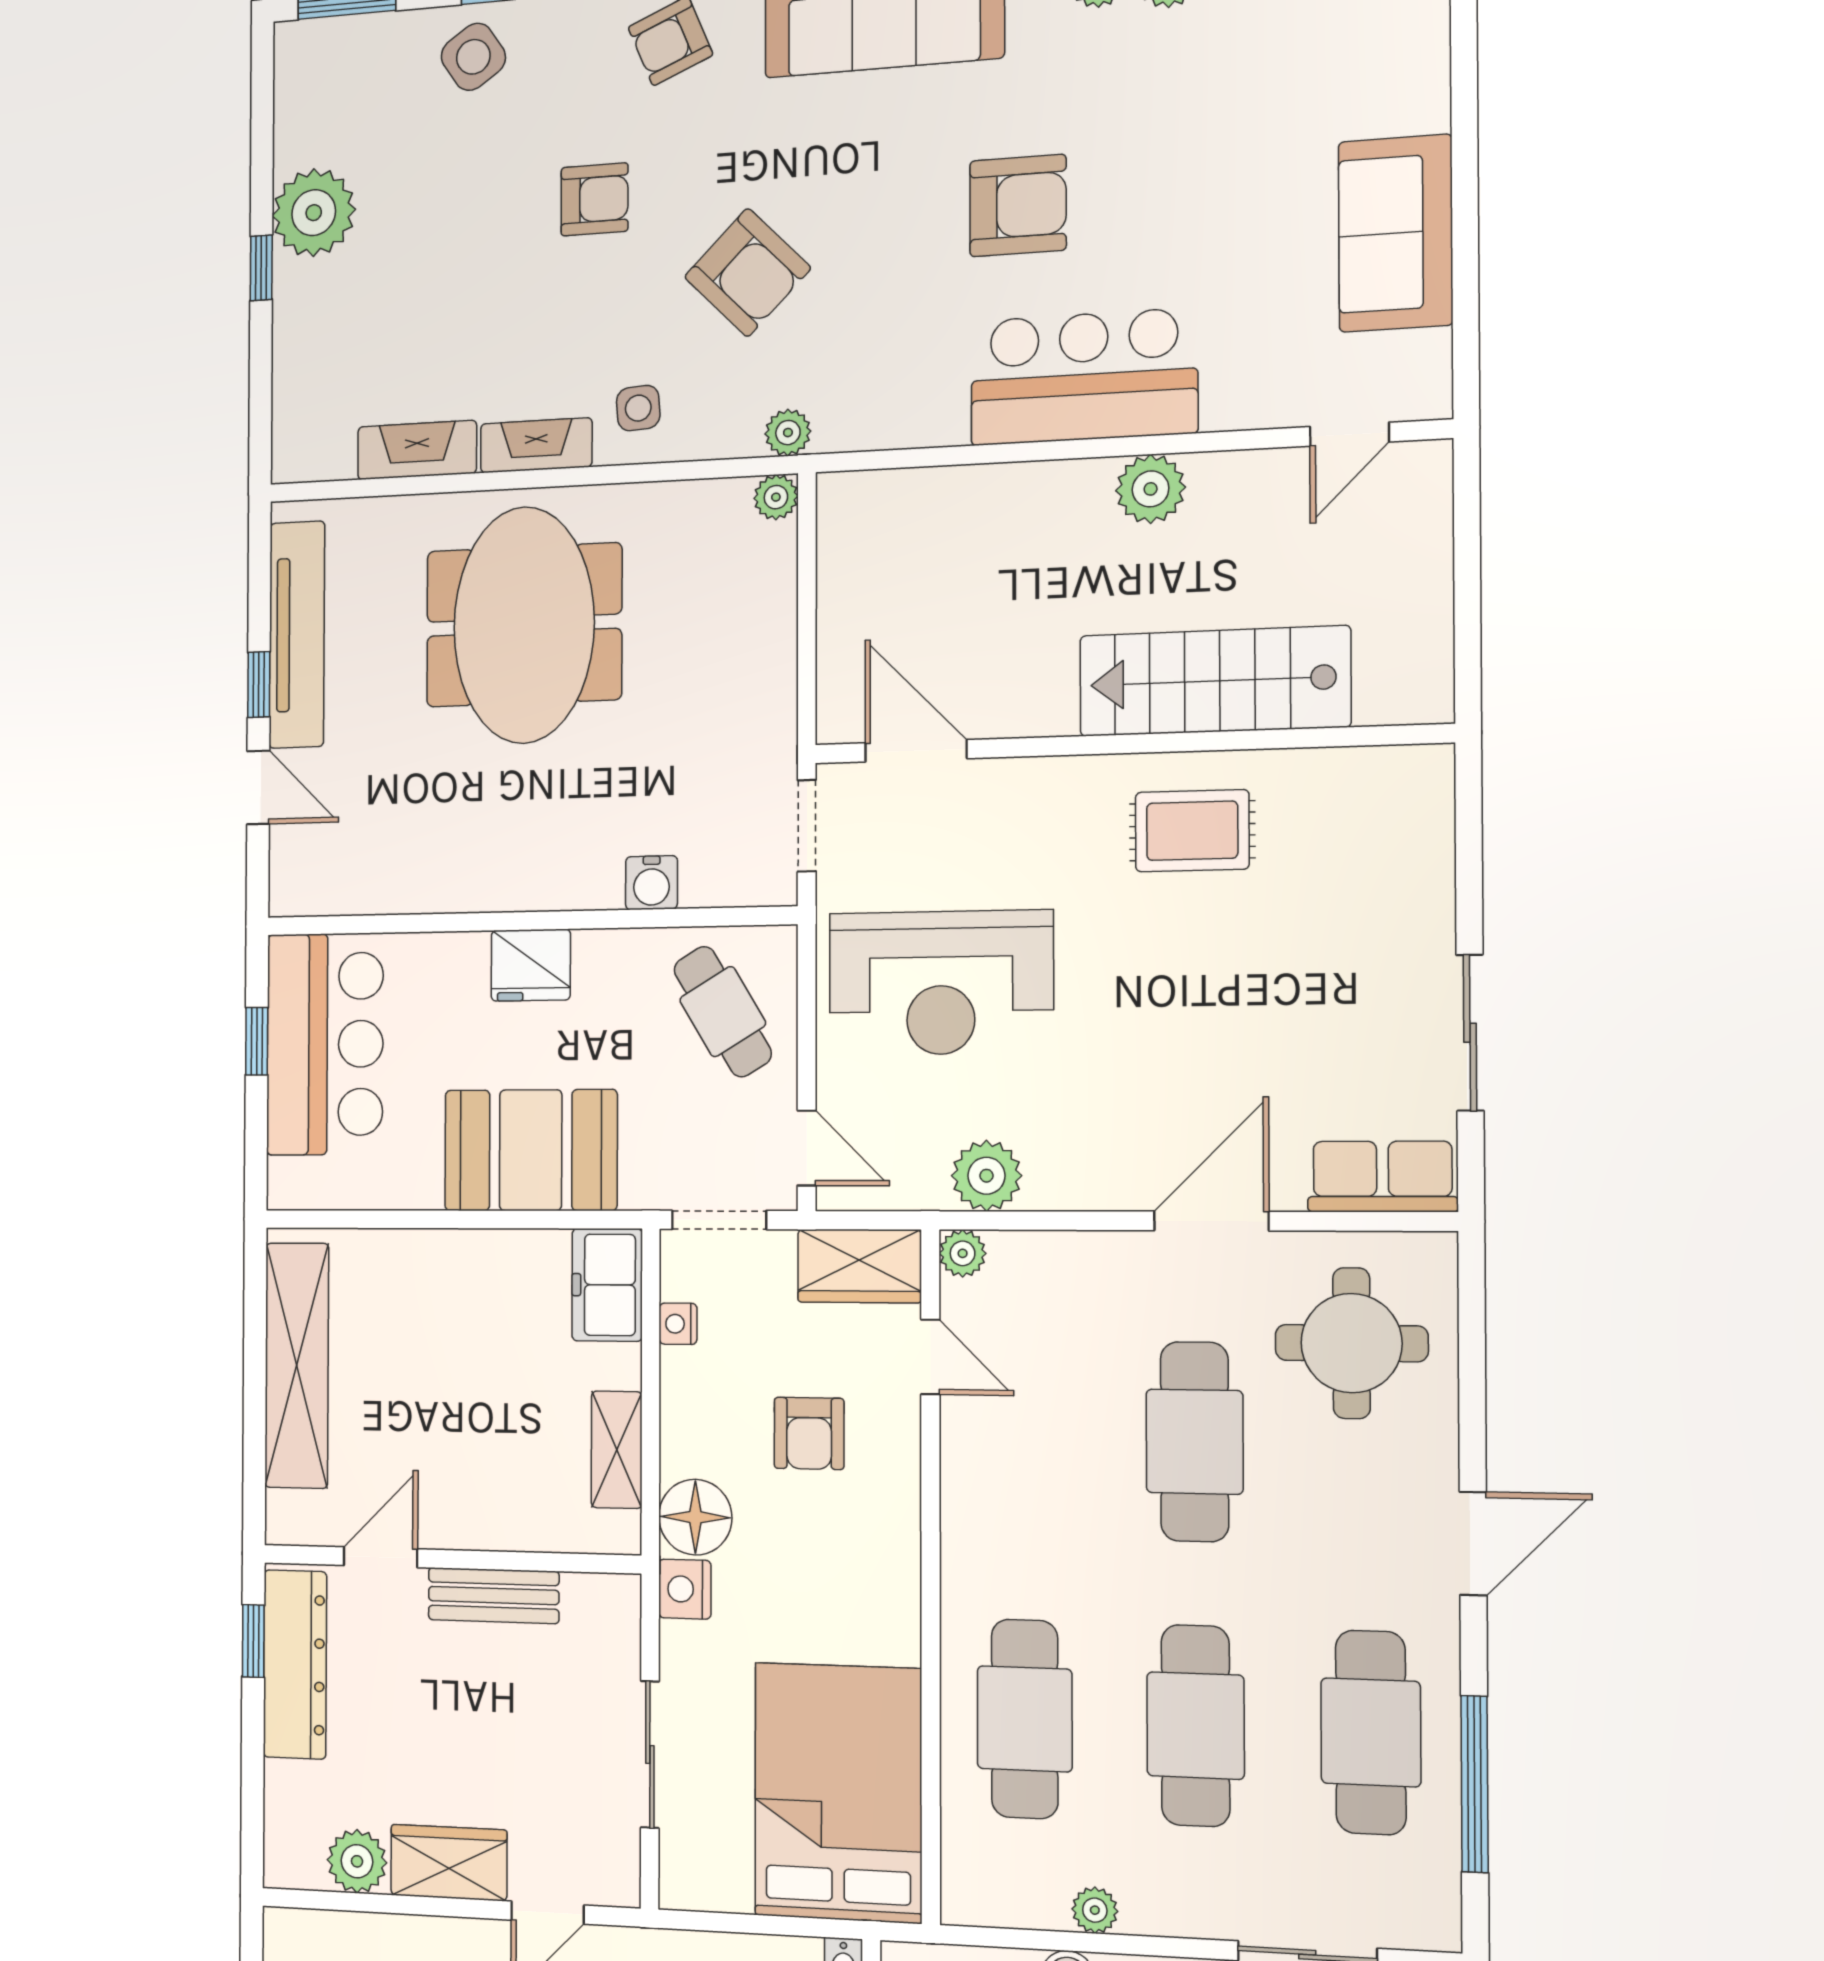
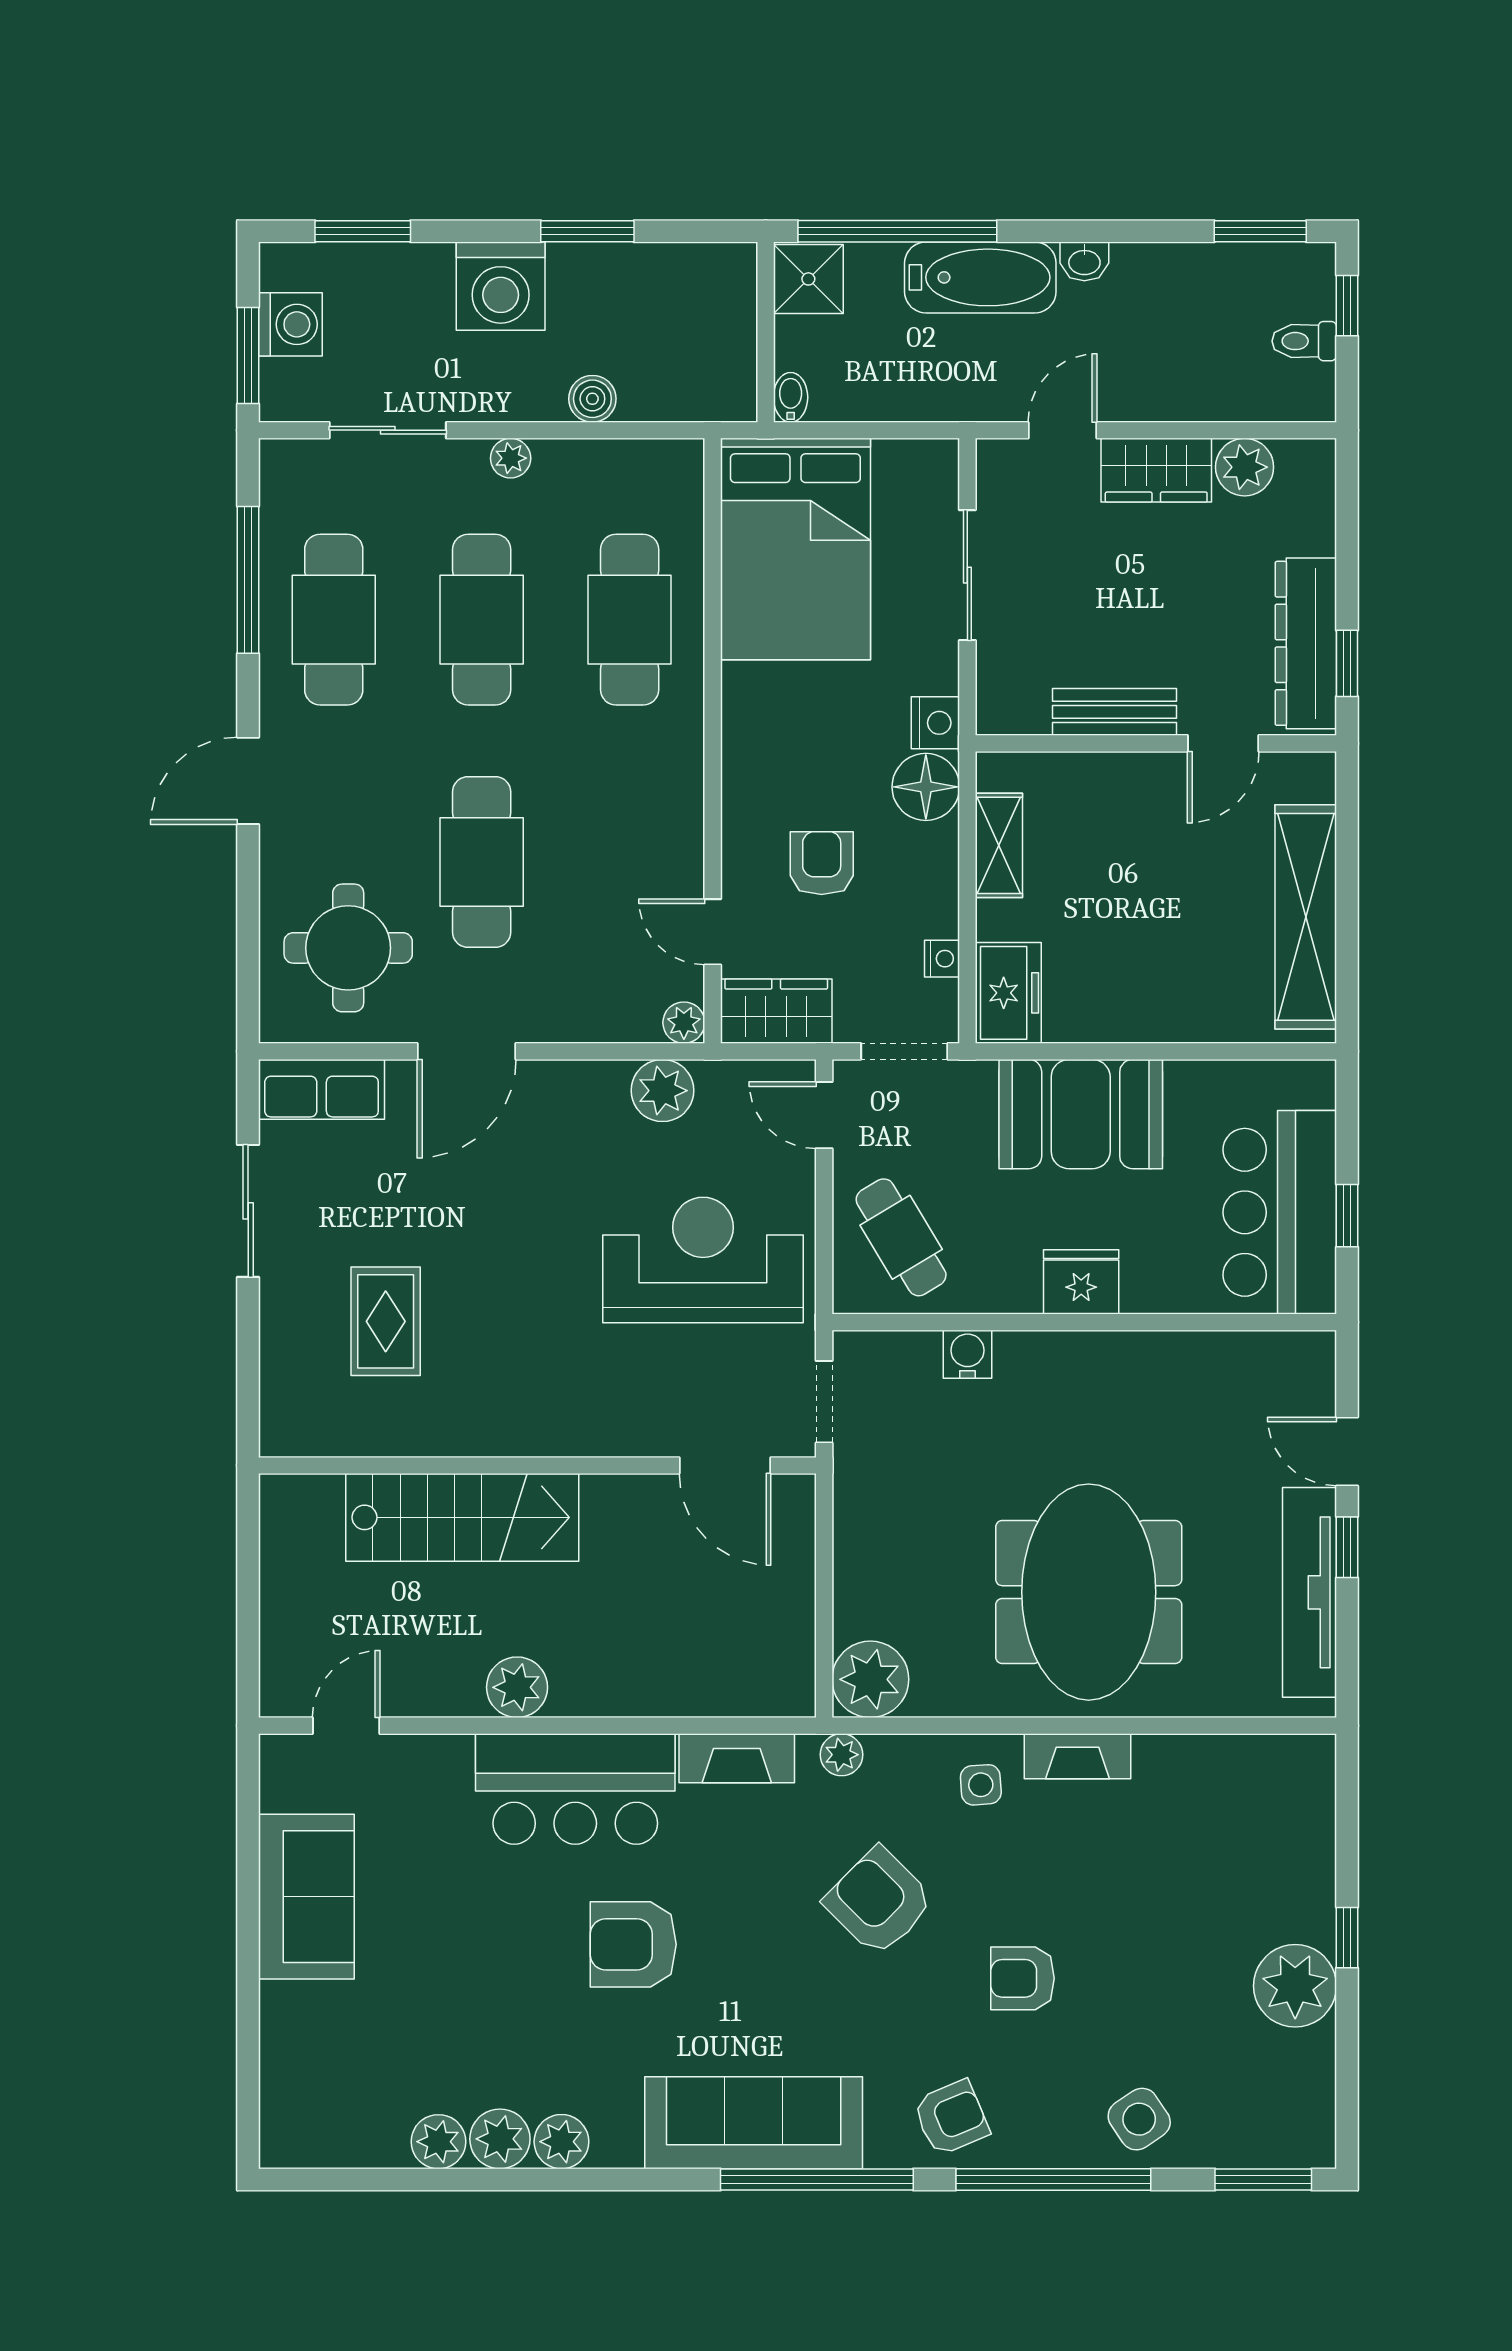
fireplace: (417, 450) -> (737, 1758), moved
plant: (776, 497) -> (870, 1679), width x1.88, depth x1.88
rug: (1192, 831) -> (386, 1321), moved, turned 90
plant: (1095, 1910) -> (511, 458), moved

